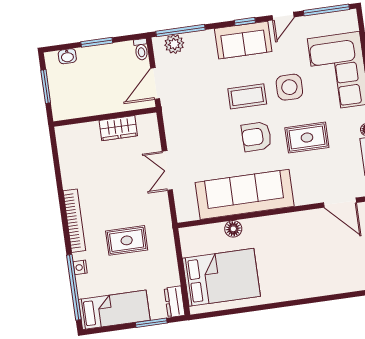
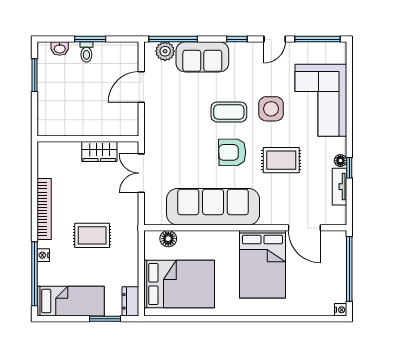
sofa: (243, 40) -> (202, 57), moved
toilet: (141, 49) -> (86, 52), moved
wall: (105, 117) -> (88, 139), moved
wardrobe: (118, 128) -> (99, 151), moved
floor lamp: (233, 229) -> (168, 239), moved
bed: (303, 245) -> (262, 264), added

